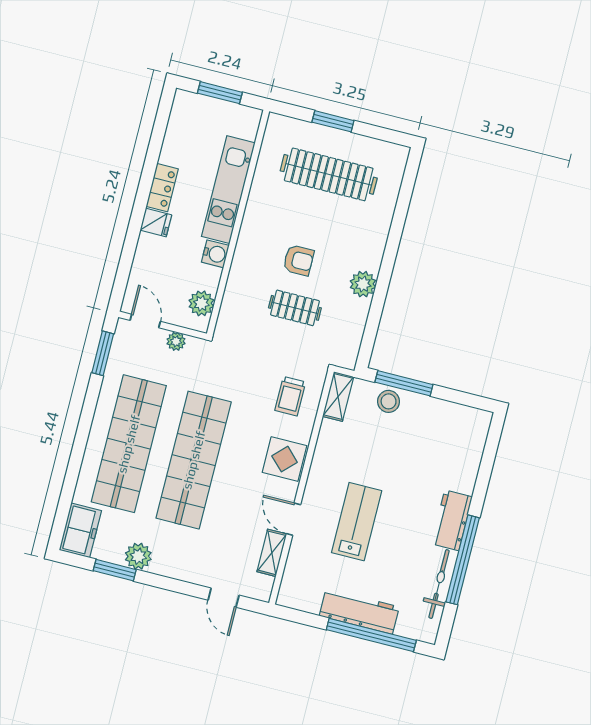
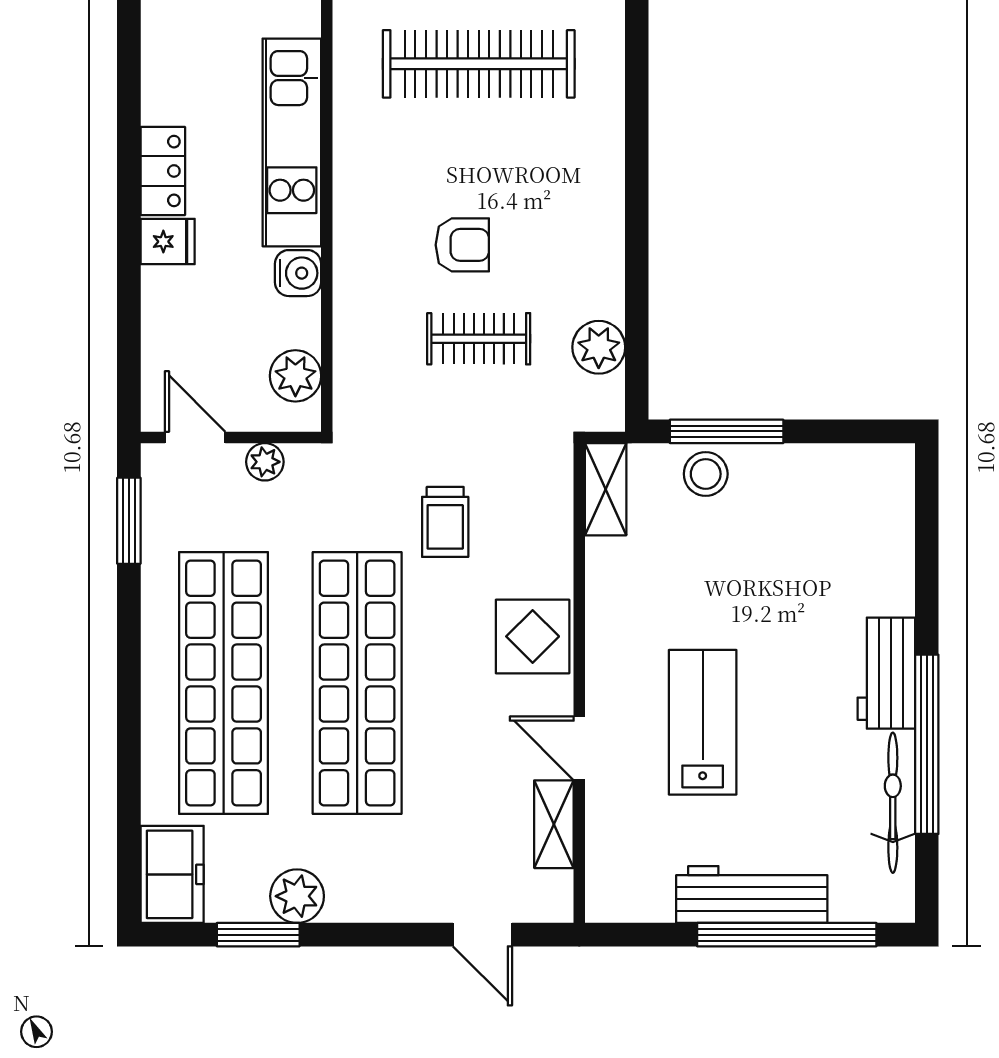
plant: (363, 284) -> (599, 347), moved
trolley: (290, 396) -> (445, 522), moved

